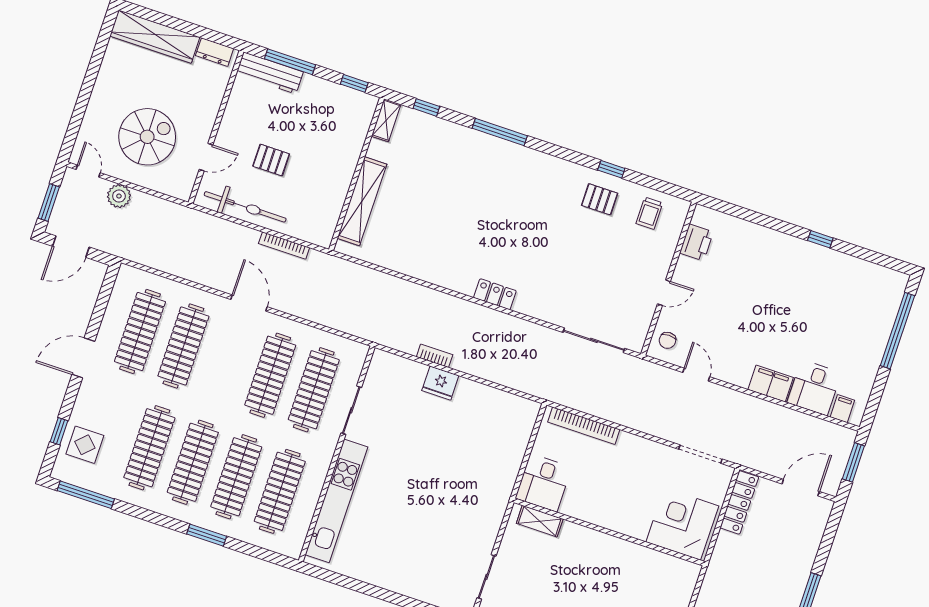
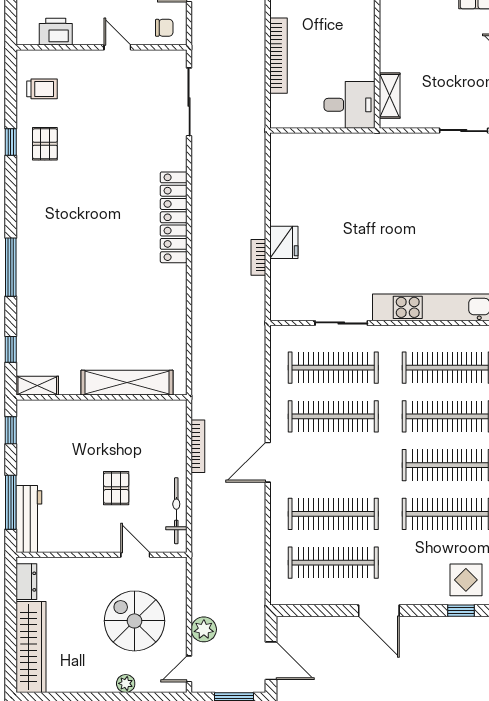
plant: (94, 110) -> (126, 683), added
bicycle: (245, 207) -> (176, 511), width x0.73, depth x0.71
locker: (495, 294) -> (174, 217), width x2.16, depth x1.21
bookcase: (584, 426) -> (278, 56), moved

